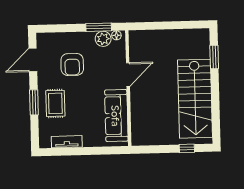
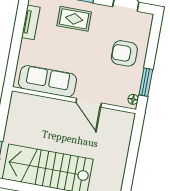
plant: (103, 39) -> (132, 84), removed
armchair: (72, 64) -> (124, 53), moved

